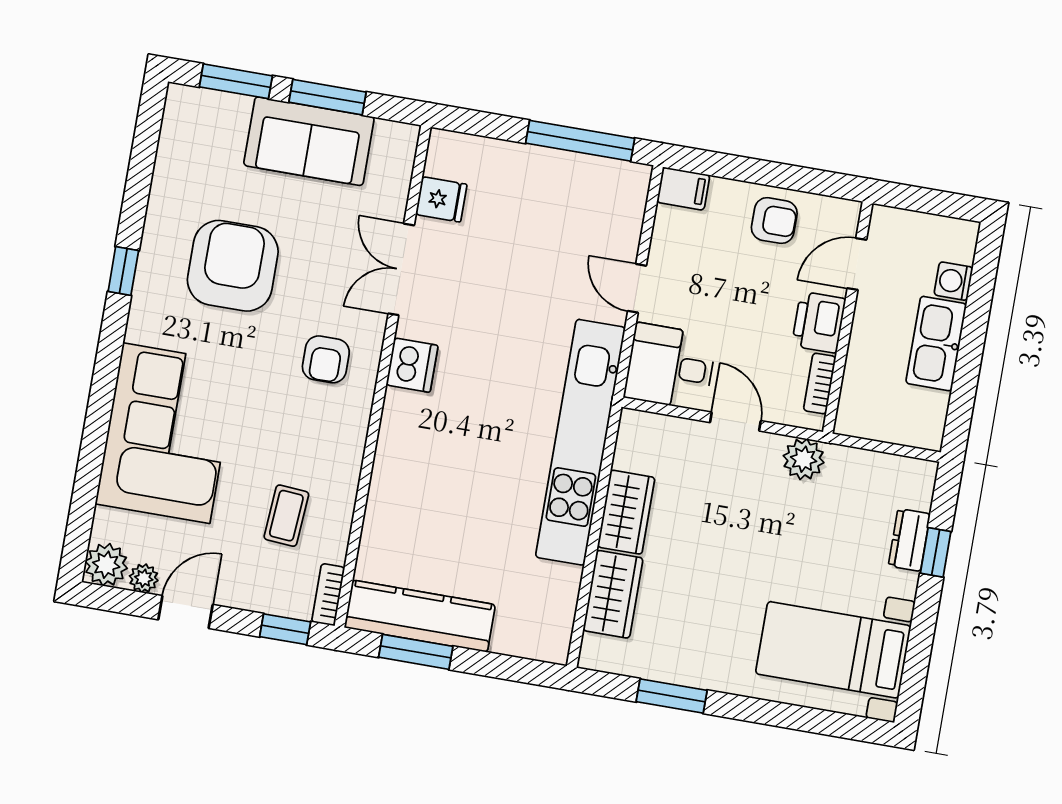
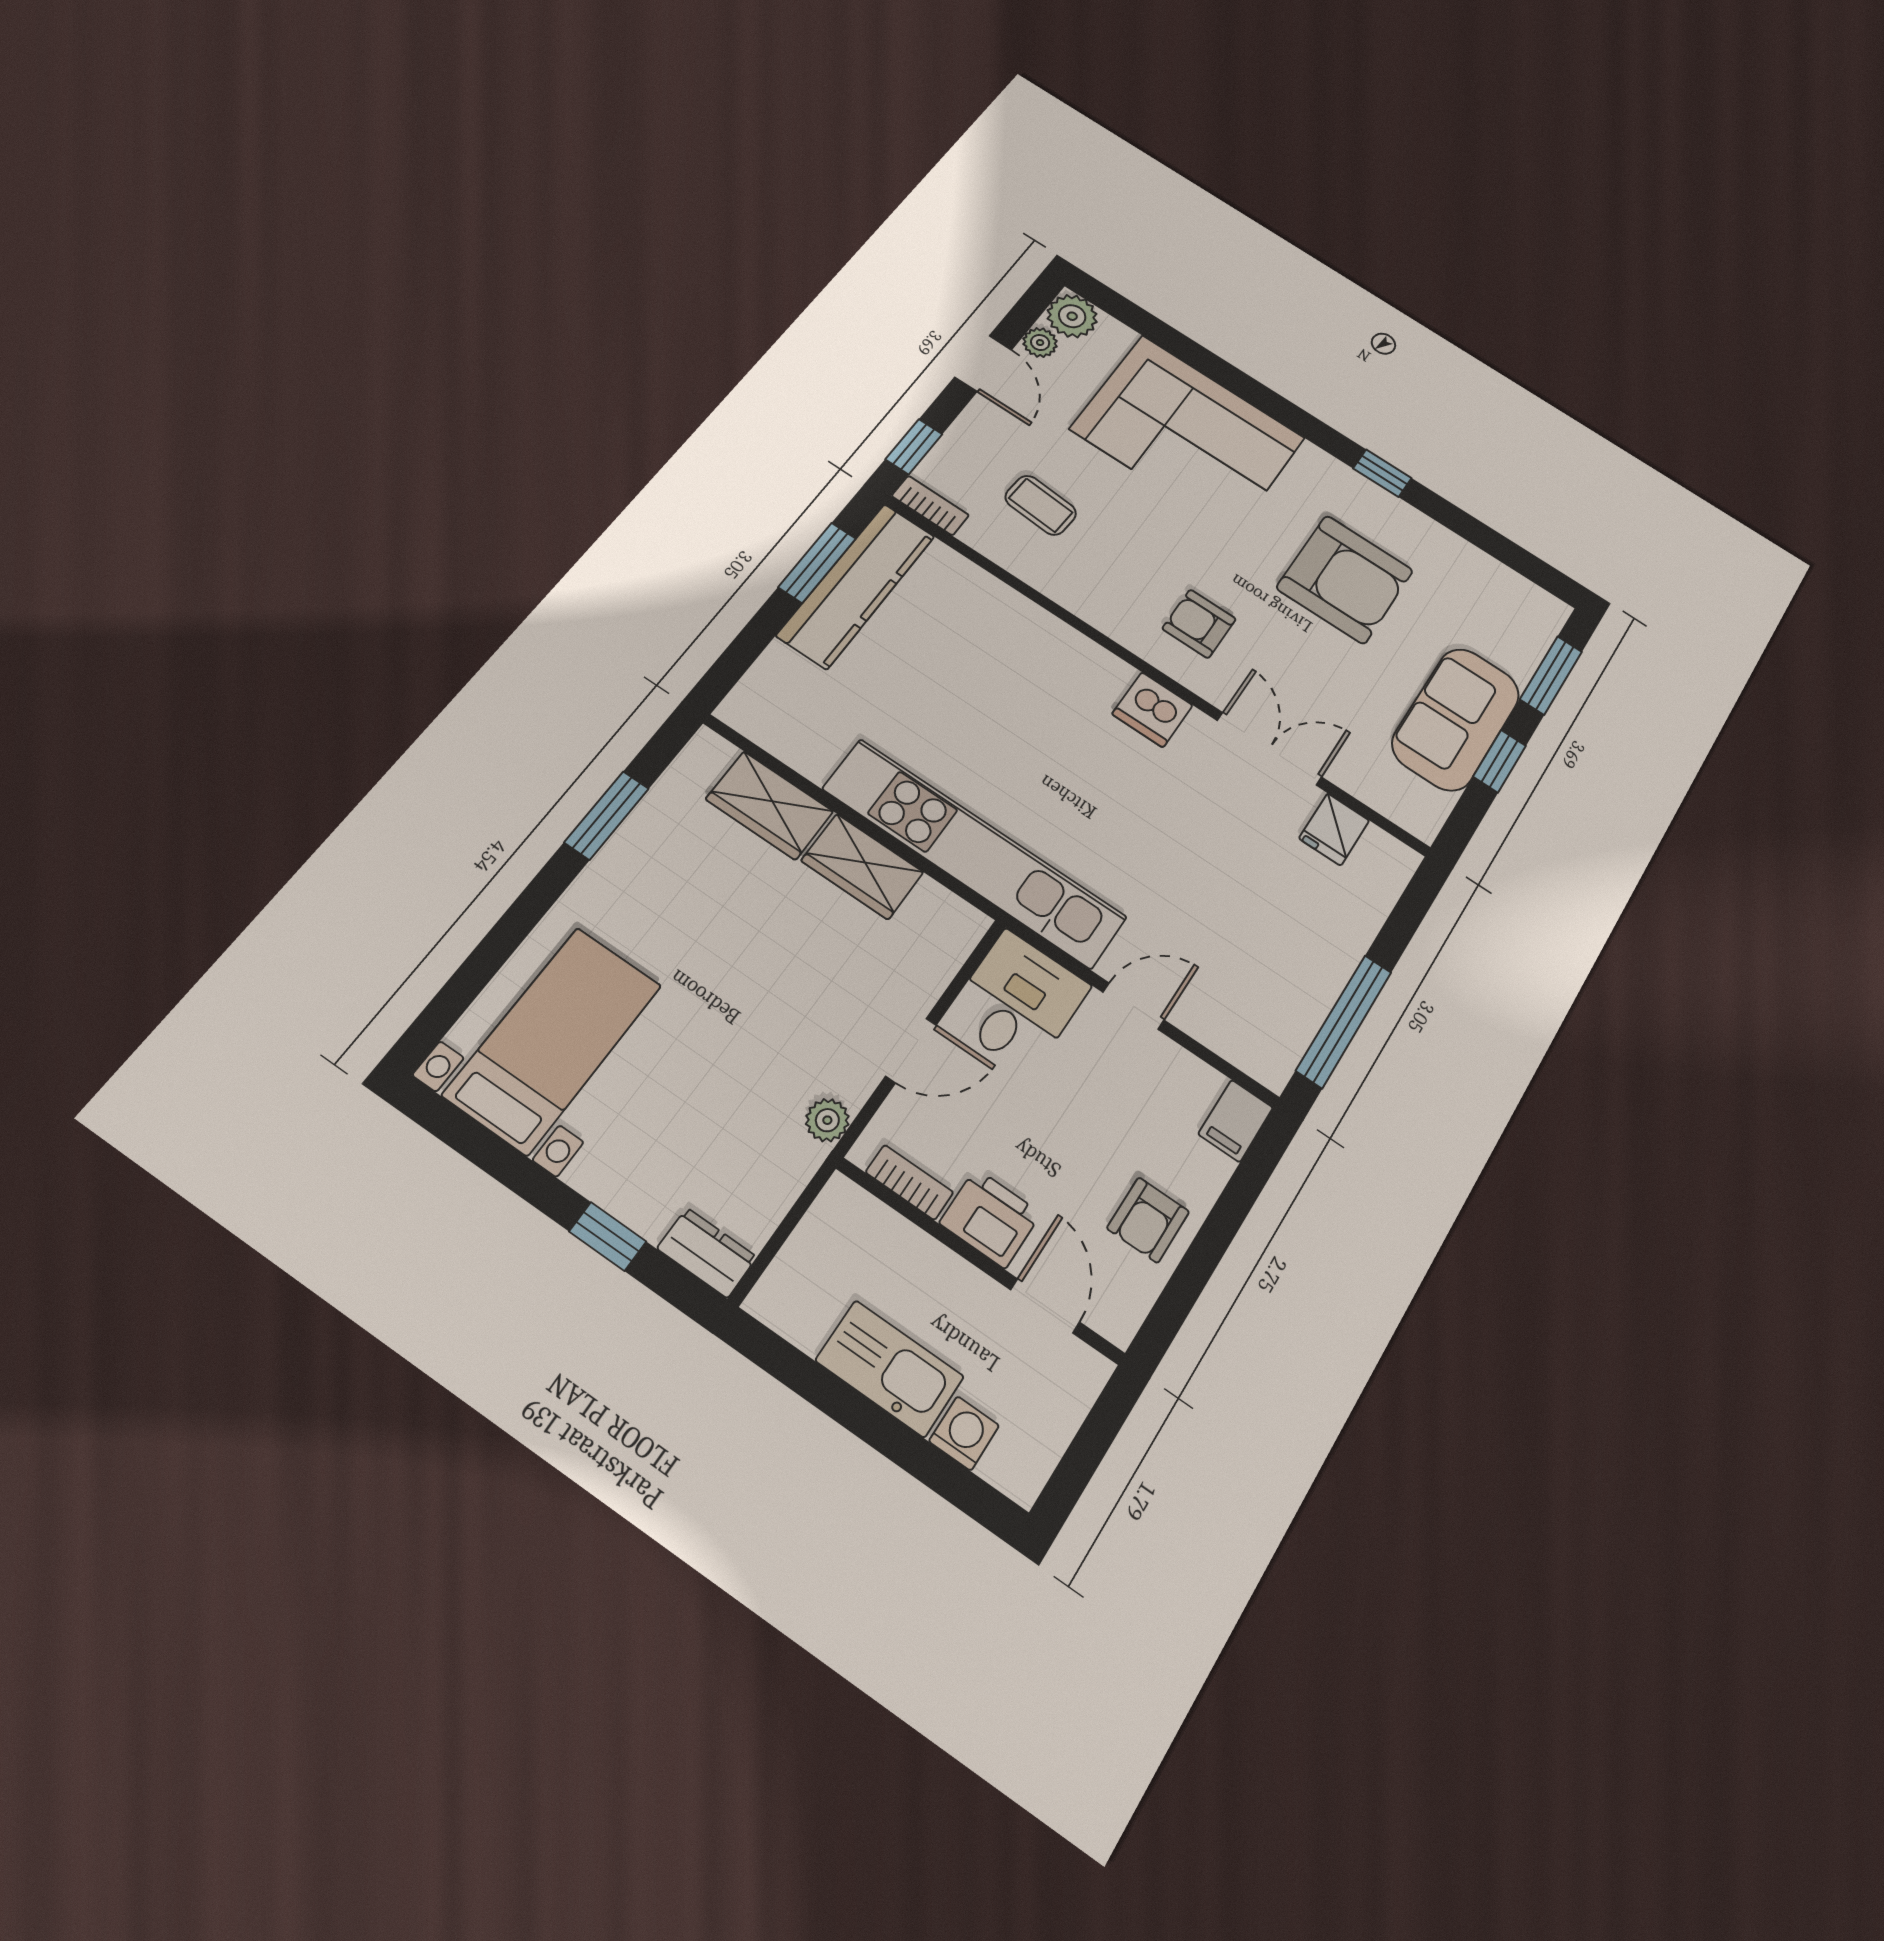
window: (328, 97) -> (1500, 761), width x0.67
plant: (804, 459) -> (827, 1120), width x0.73, depth x0.73
dresser: (909, 540) -> (707, 1253), moved

